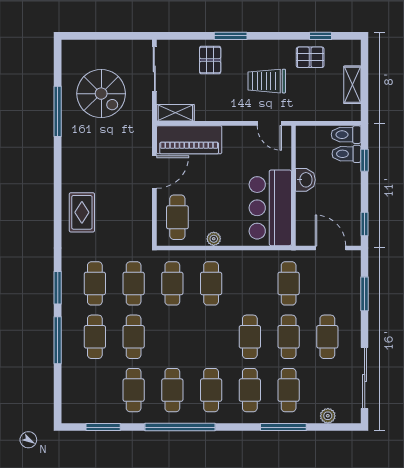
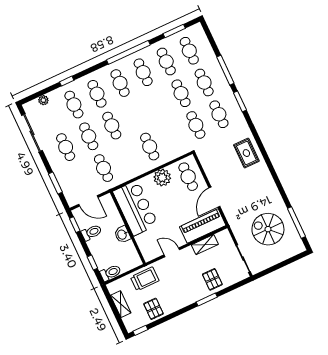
window: (321, 36) -> (140, 330), moved
pallet: (310, 57) -> (154, 309), turned 90
trolley: (267, 81) -> (145, 279), moved
window: (58, 111) -> (296, 223), moved
shelving: (175, 113) -> (205, 245), moved
door: (269, 123) -> (172, 252), moved
toilet: (346, 154) -> (92, 232), moved
plant: (214, 239) -> (162, 178), width x1.88, depth x1.88
cafe table: (172, 283) -> (189, 51), moved
window: (283, 427) -> (67, 81), width x0.46

